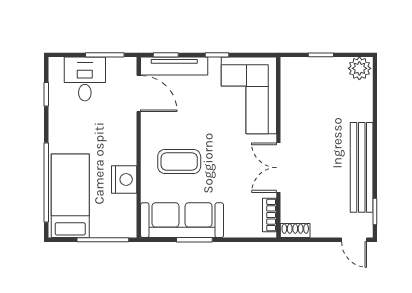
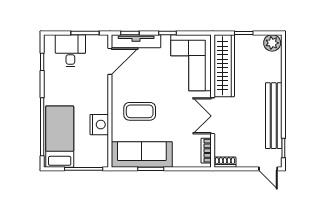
door: (139, 94) -> (110, 61), hinge flipped
wardrobe: (294, 99) -> (224, 66), added

